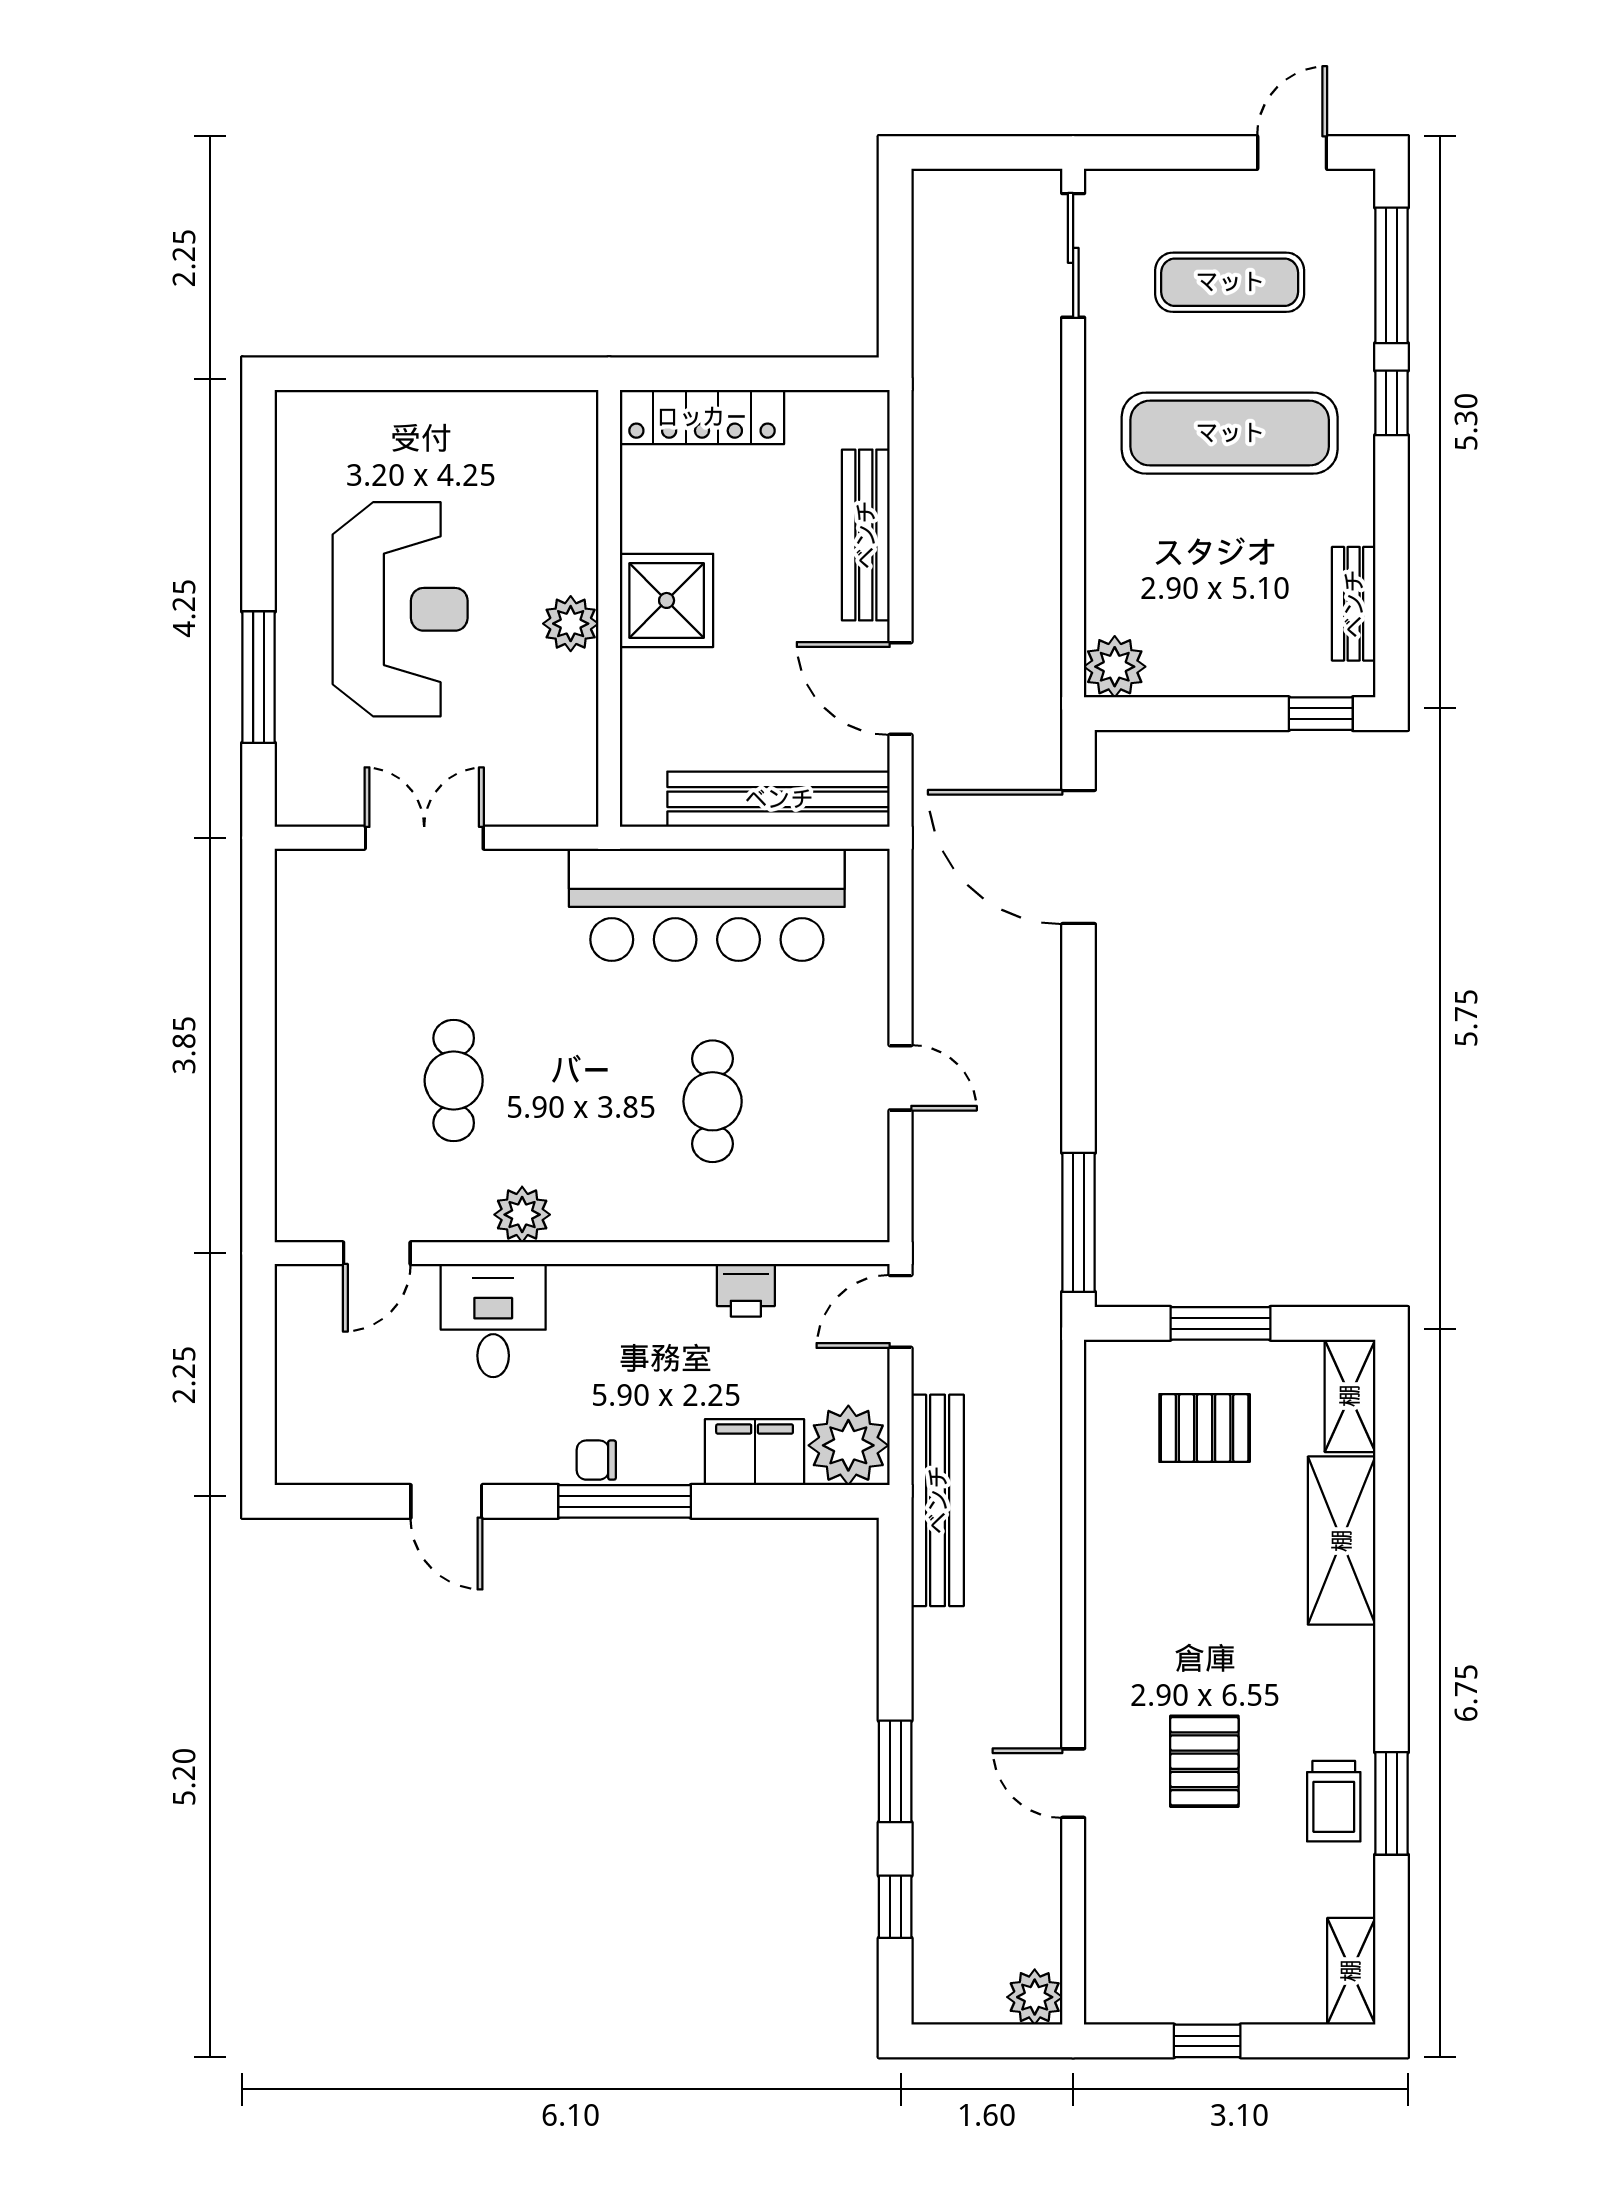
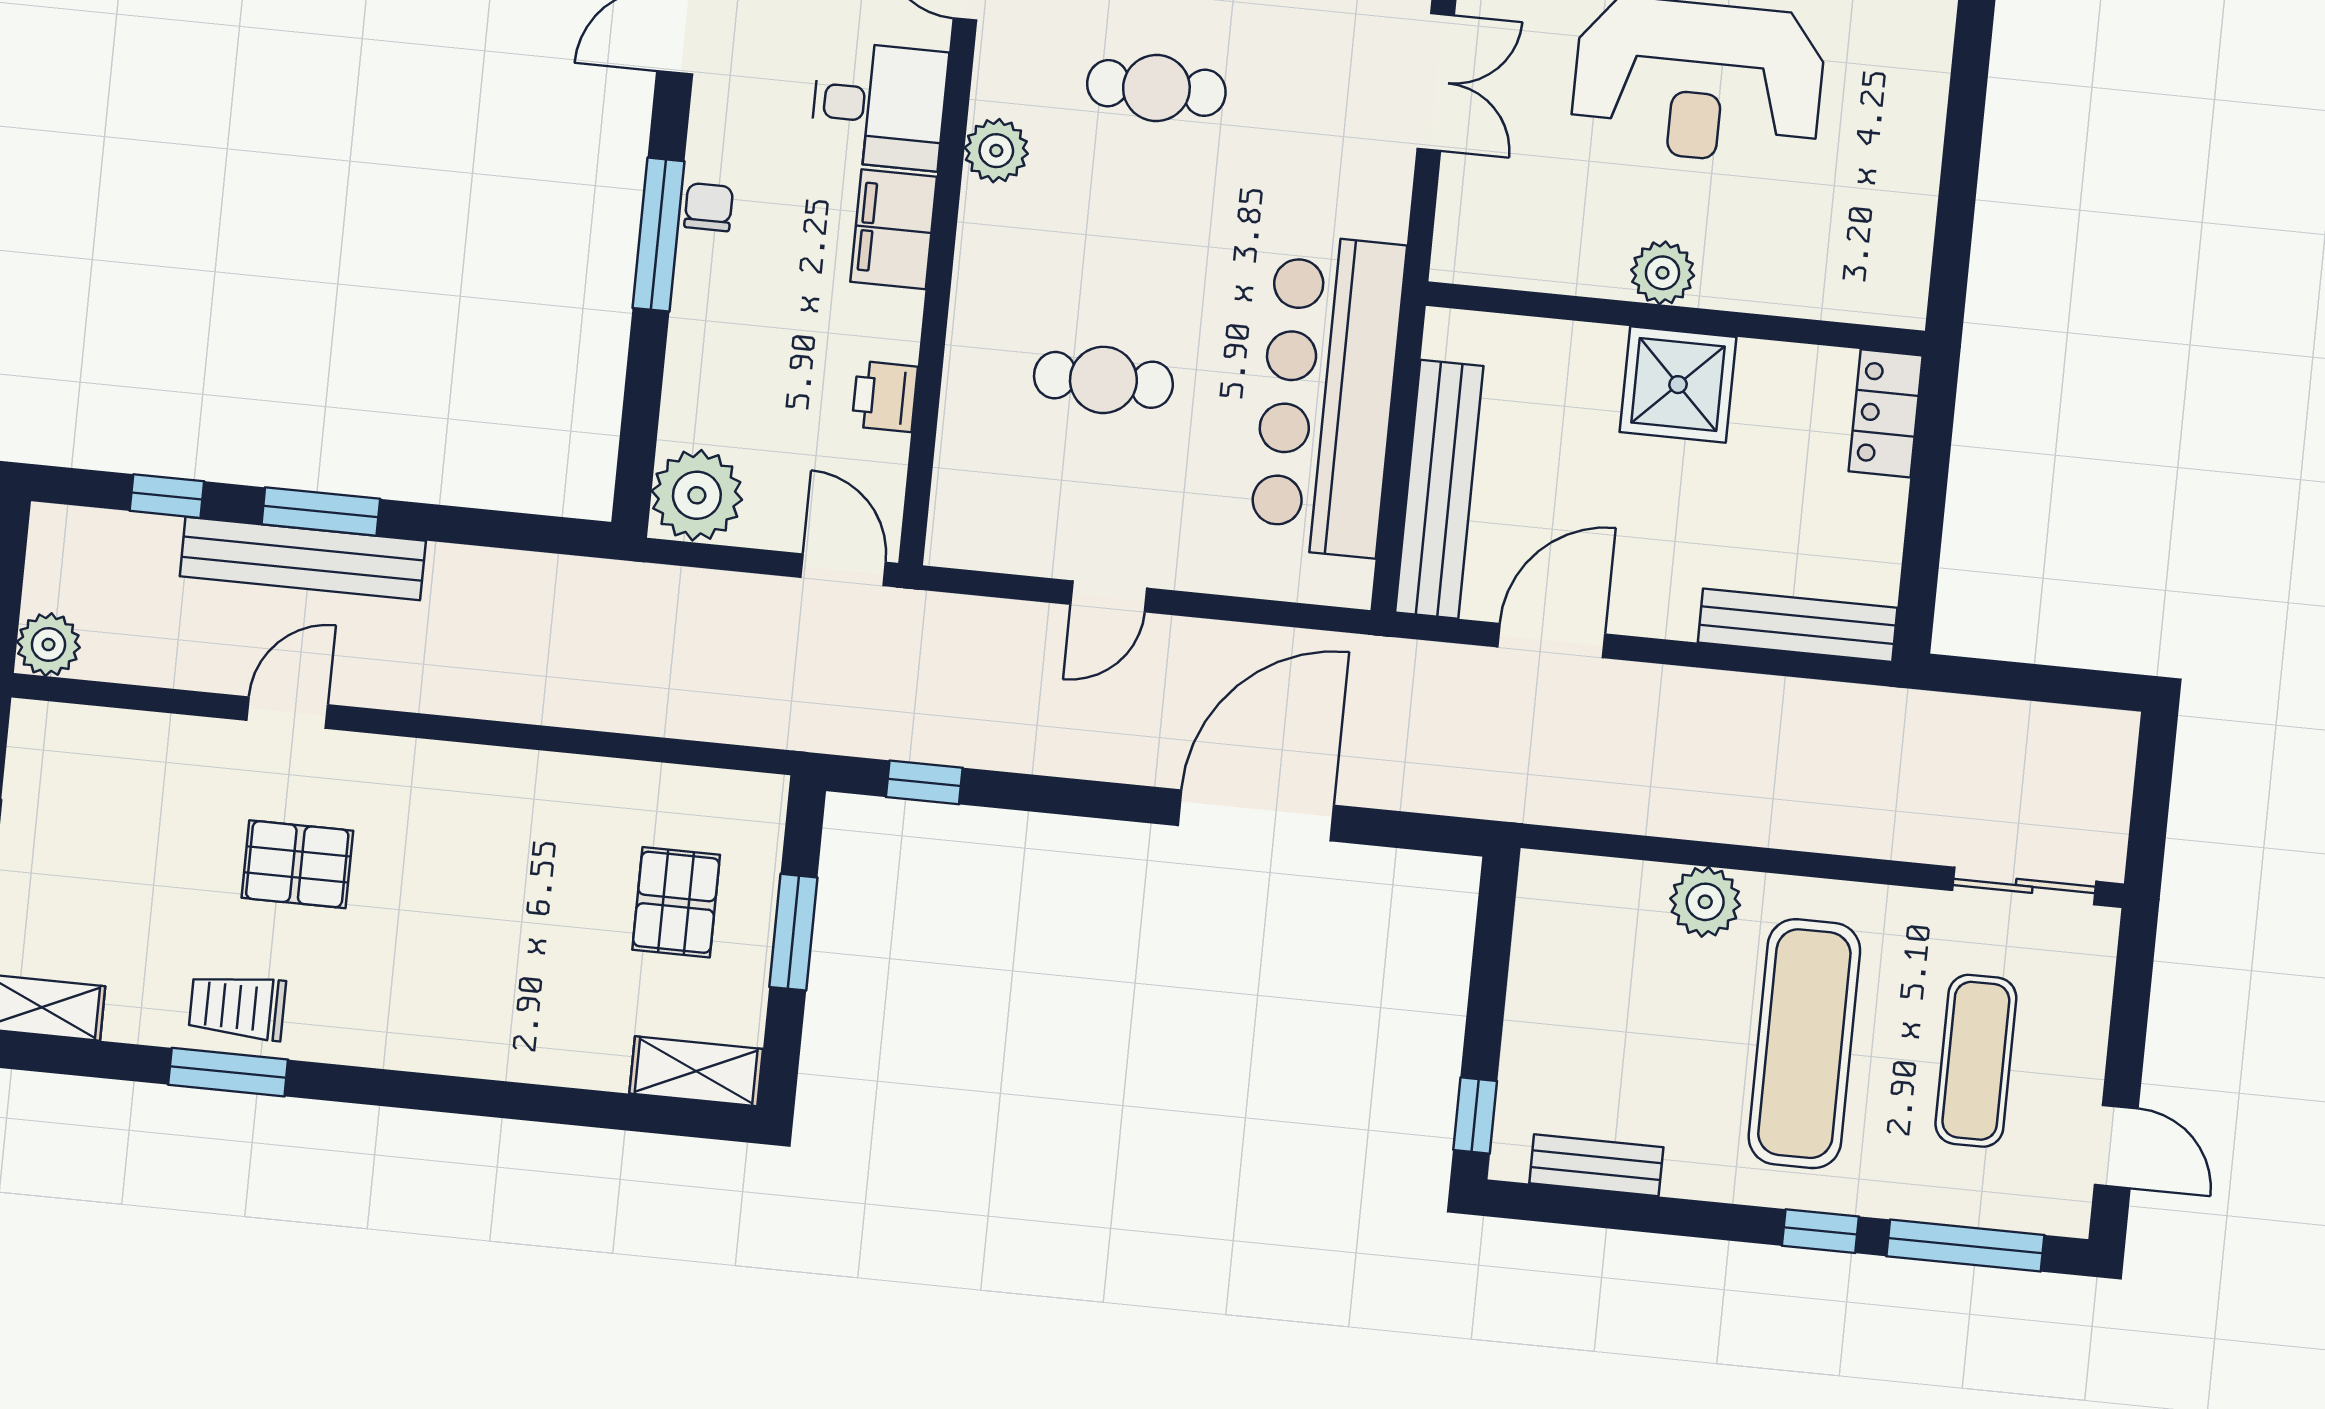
locker: (702, 417) -> (1886, 413), width x0.66
bench: (866, 535) -> (1798, 625), moved
plant: (1115, 667) -> (1705, 902), moved
door: (1079, 857) -> (1256, 815), moved
window: (1079, 1222) -> (924, 782), width x0.46
filing cabinet: (755, 1452) -> (894, 229), moved, turned 180
bench: (938, 1500) -> (303, 558), moved
shelving: (1342, 1541) -> (533, 1045), removed

